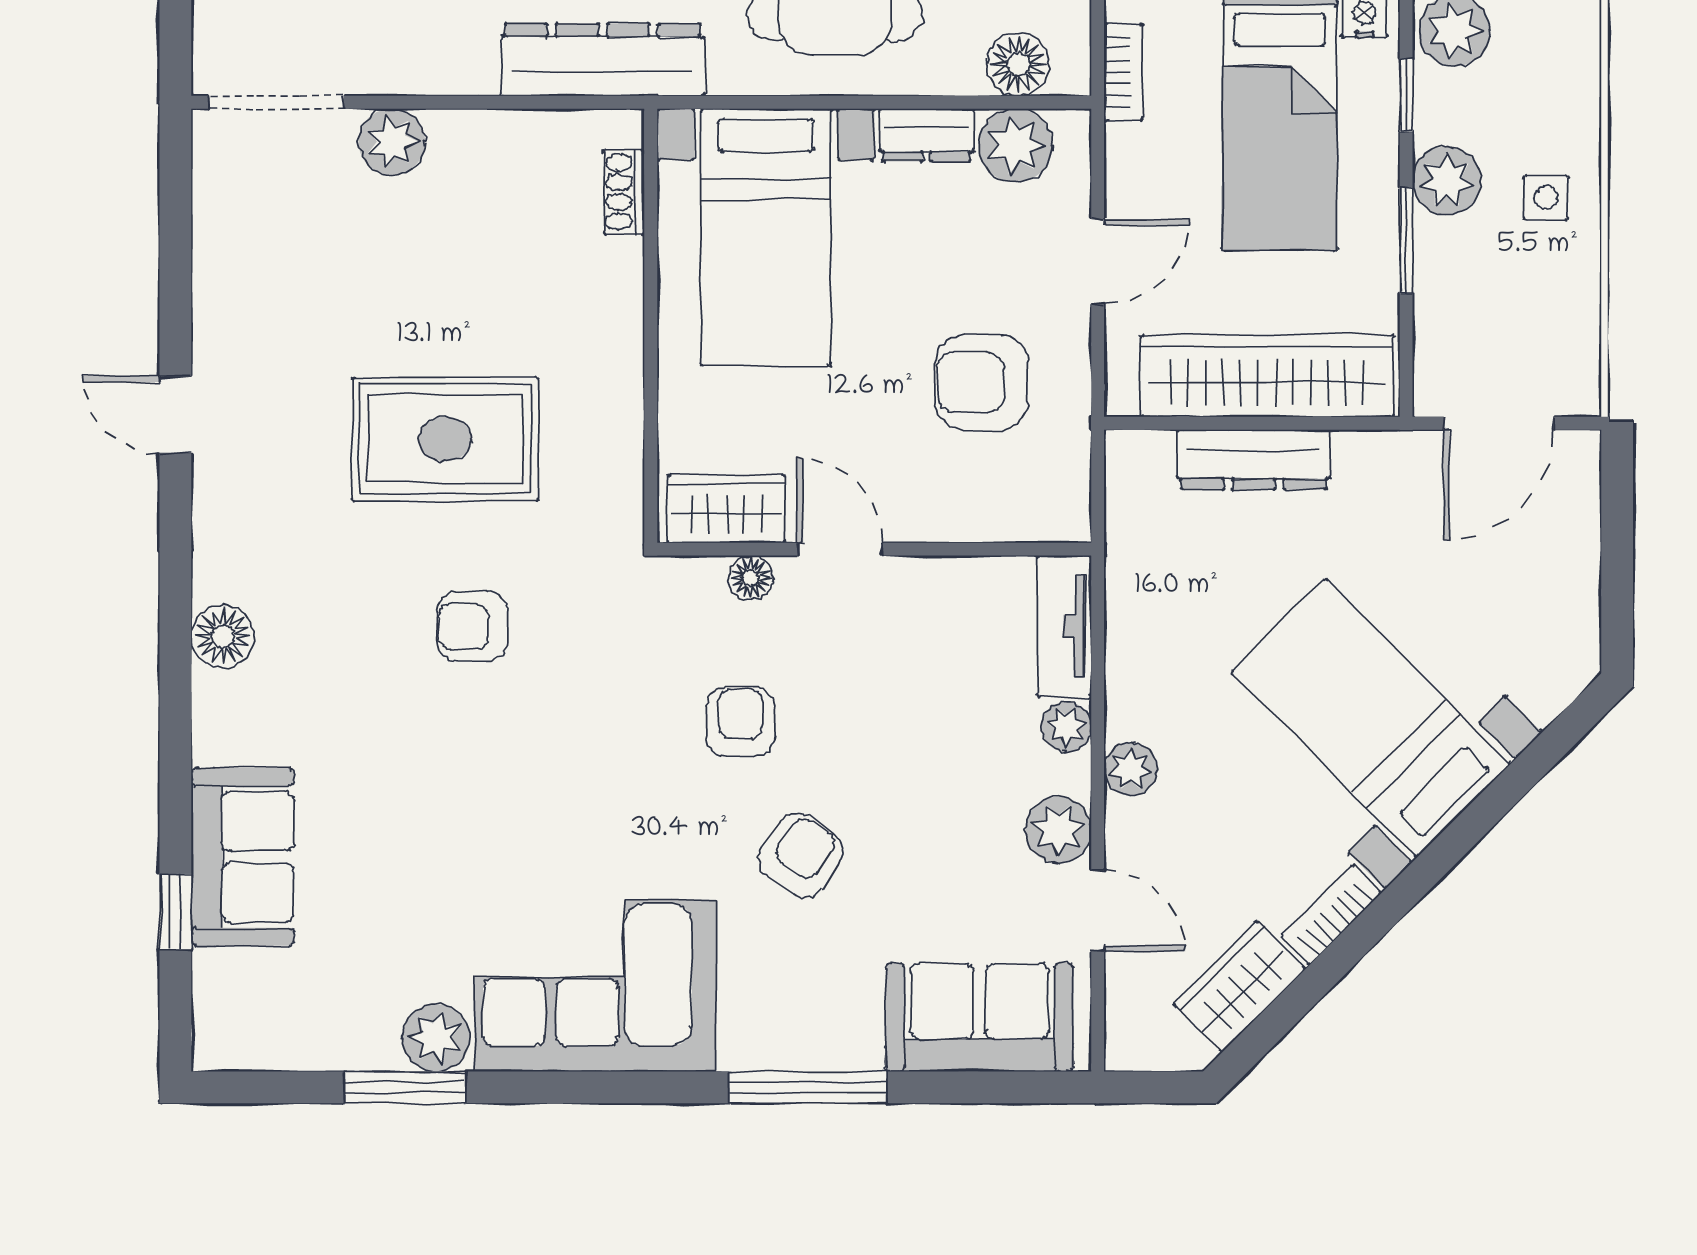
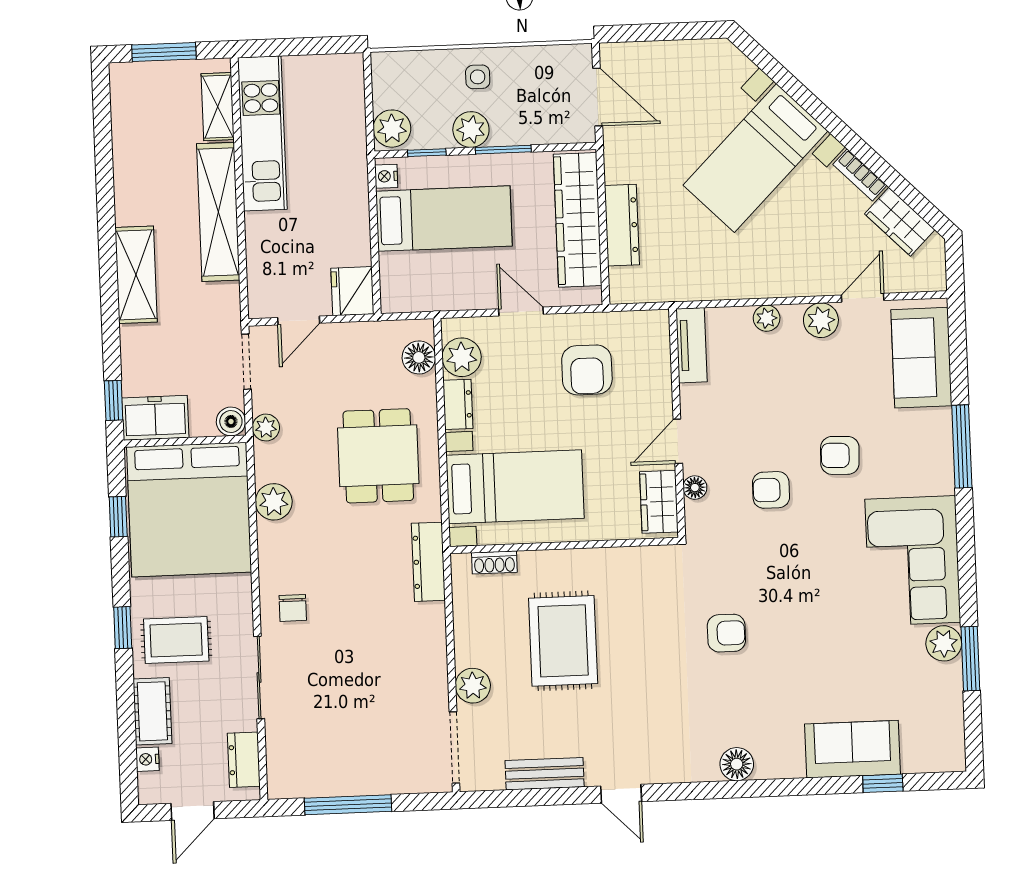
dresser: (603, 60) -> (428, 562), width x0.73, depth x0.80
bookcase: (1123, 72) -> (421, 302), removed
bench: (219, 271) -> (545, 774), added
door: (175, 415) -> (621, 794), hinge flipped
rug: (445, 439) -> (563, 641), moved
tv unit: (1064, 626) -> (692, 345), moved, turned -90
armchair: (472, 627) -> (726, 633), turned -90
plant: (1131, 769) -> (787, 283), removed
armchair: (800, 855) -> (840, 455), turned -32

